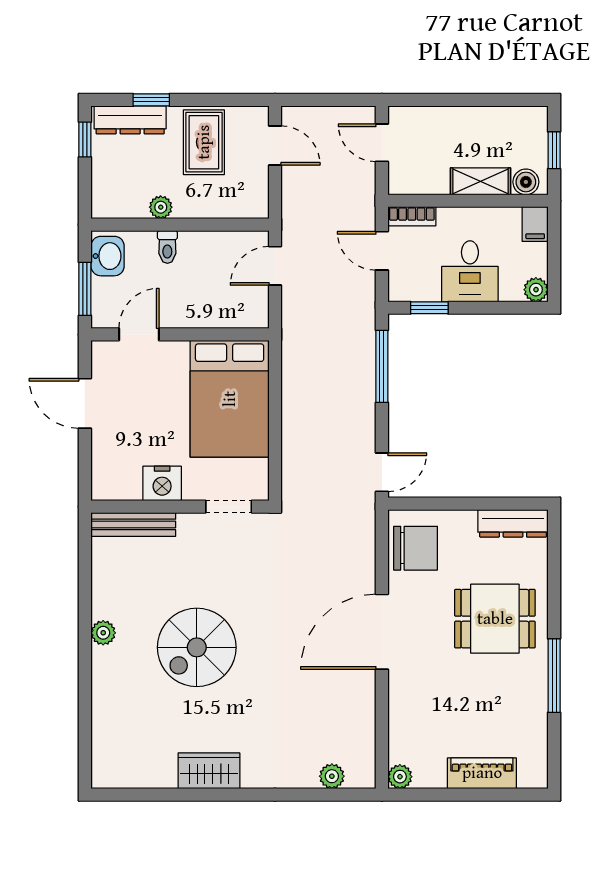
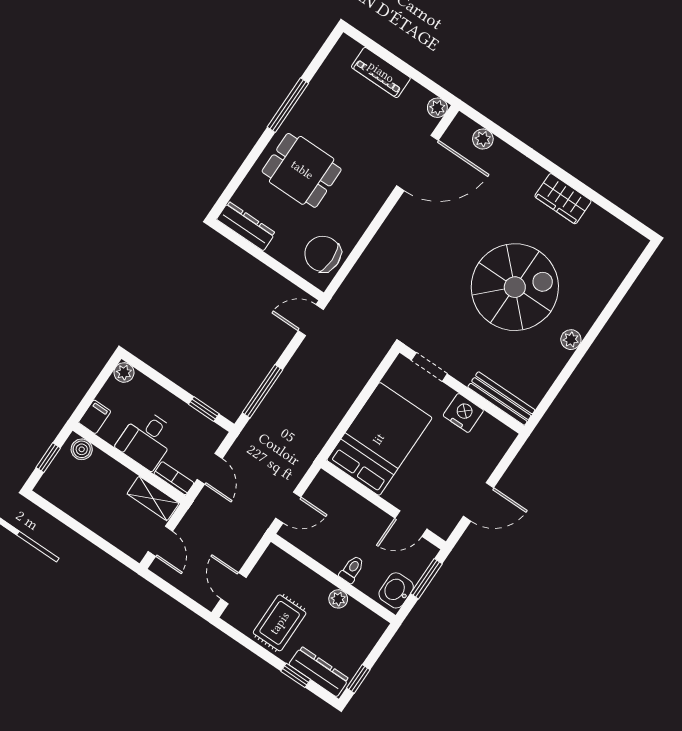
shelving: (481, 181) -> (153, 498), moved
desk: (470, 271) -> (147, 439), moved, turned 180
door: (85, 403) -> (479, 502), hinge flipped
door: (382, 632) -> (418, 163), moved
spiral stairs: (197, 647) -> (515, 287), width x1.37, depth x1.37

